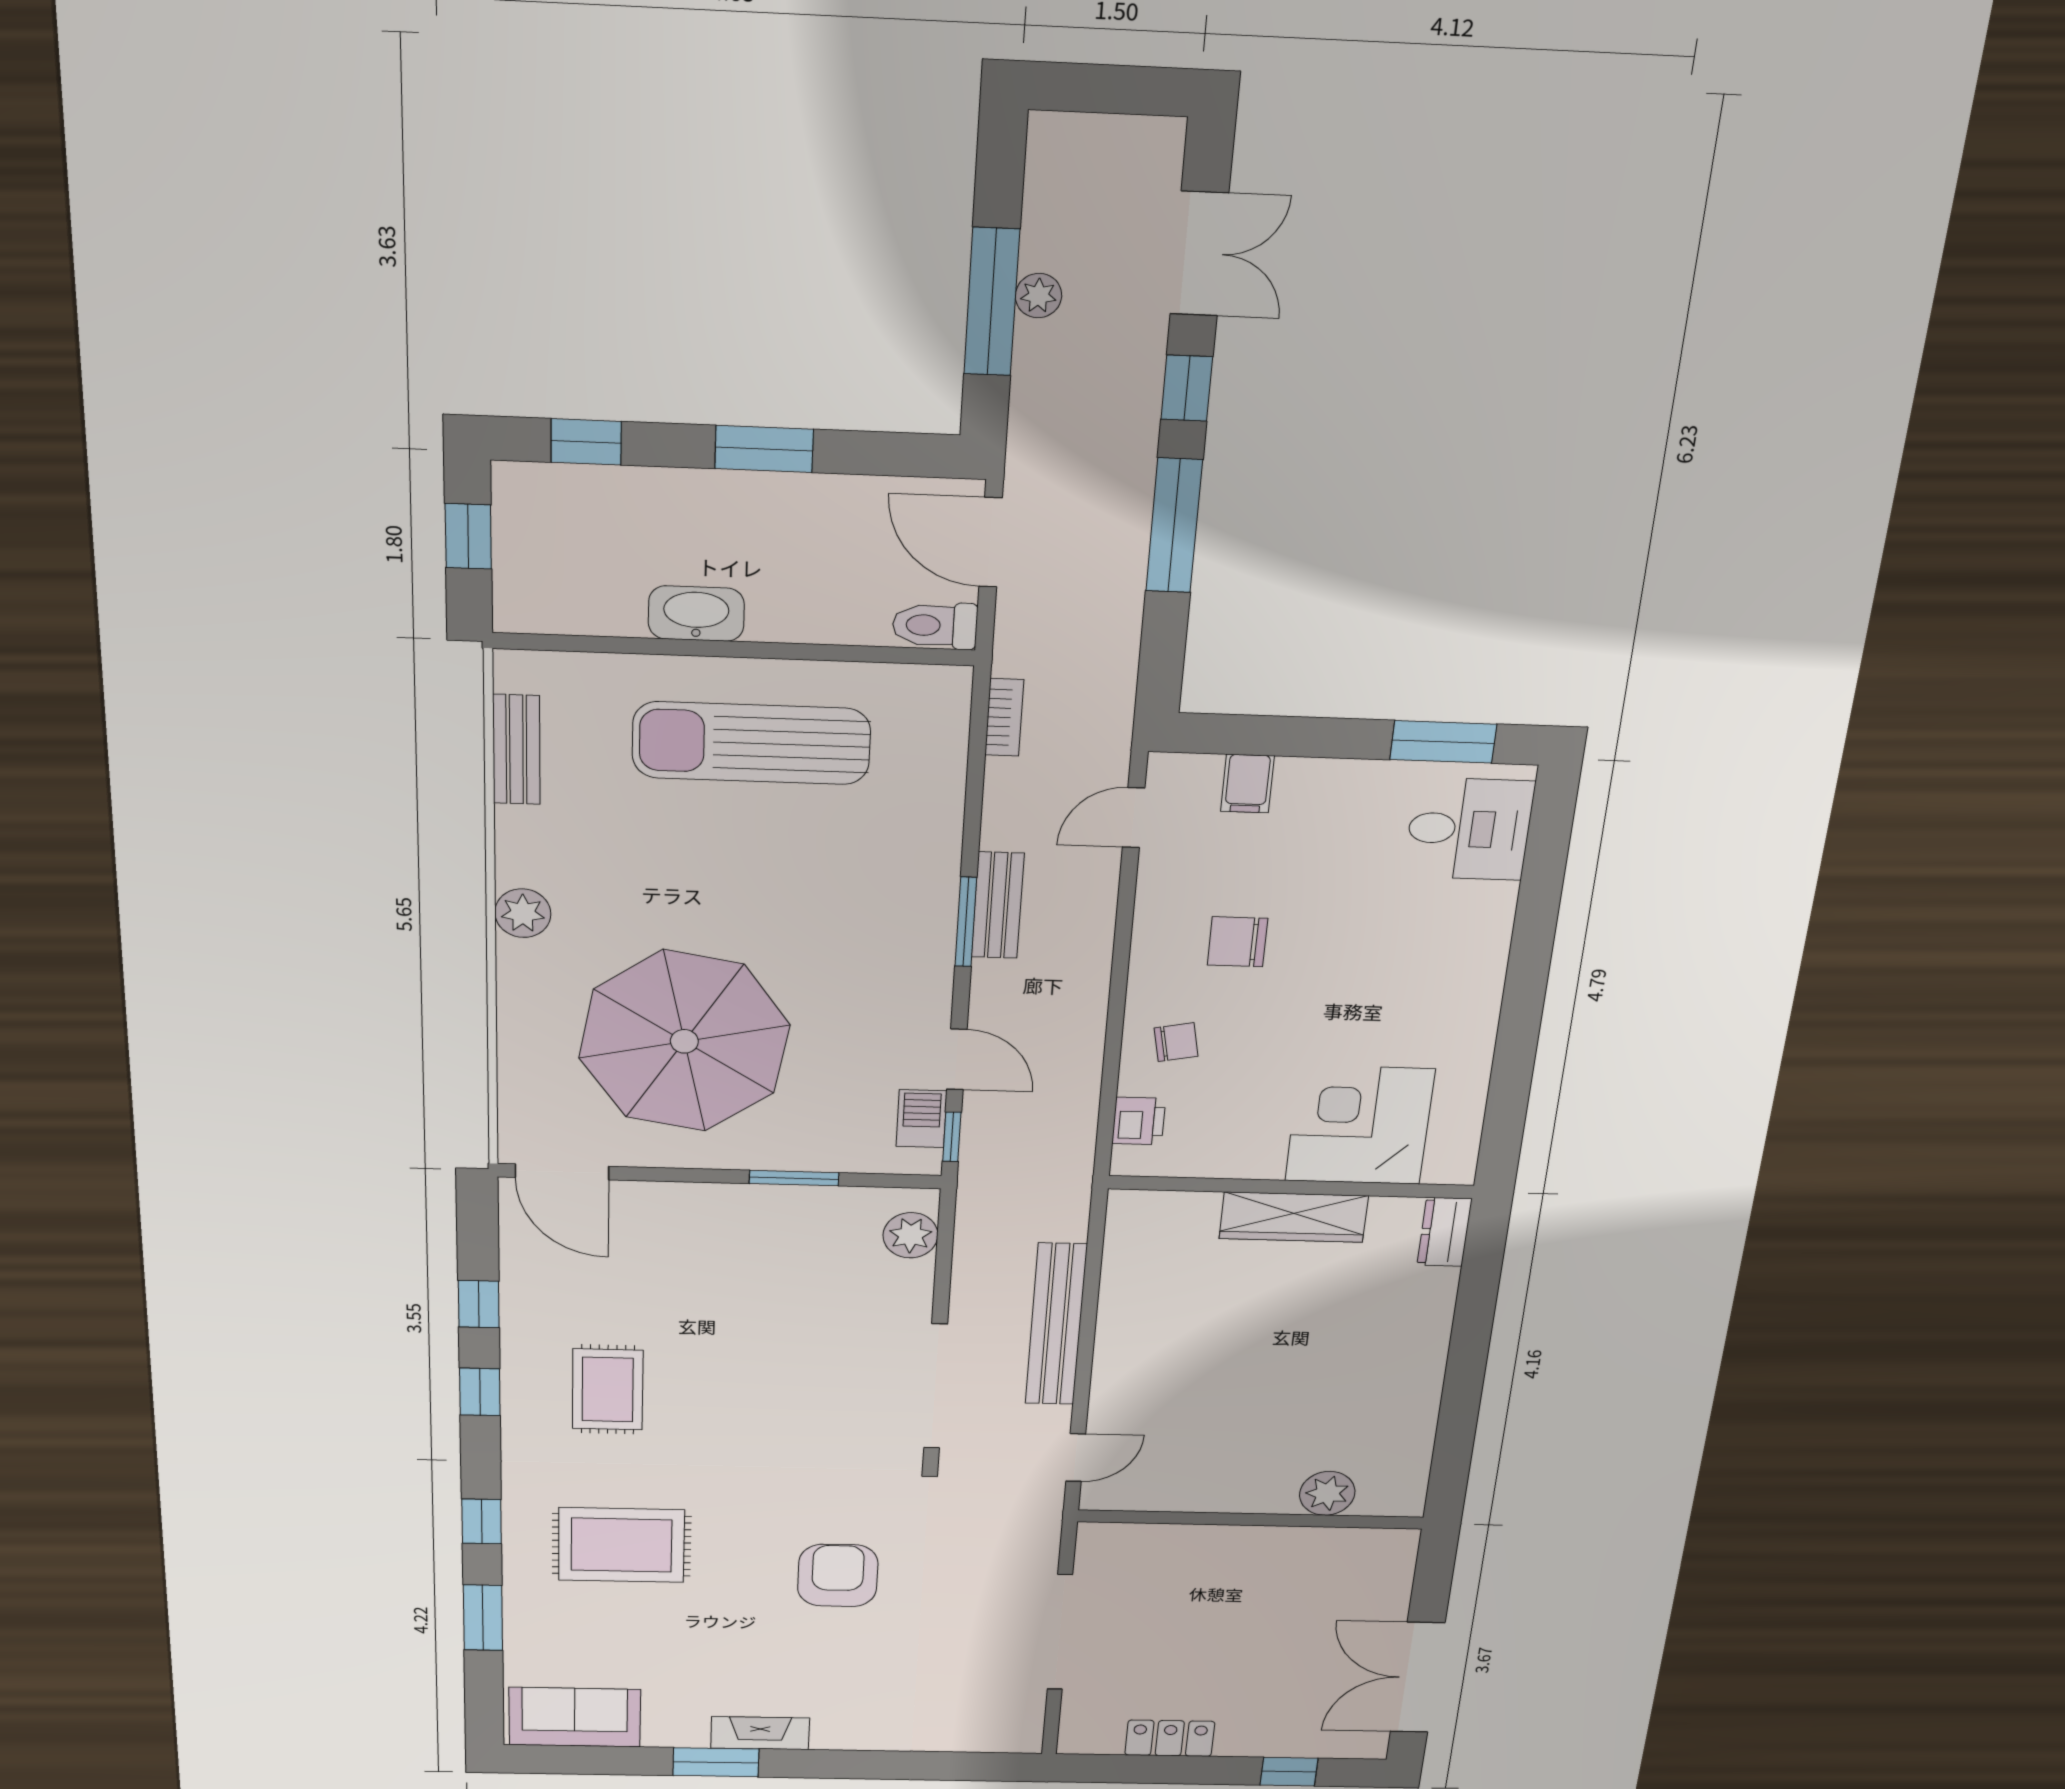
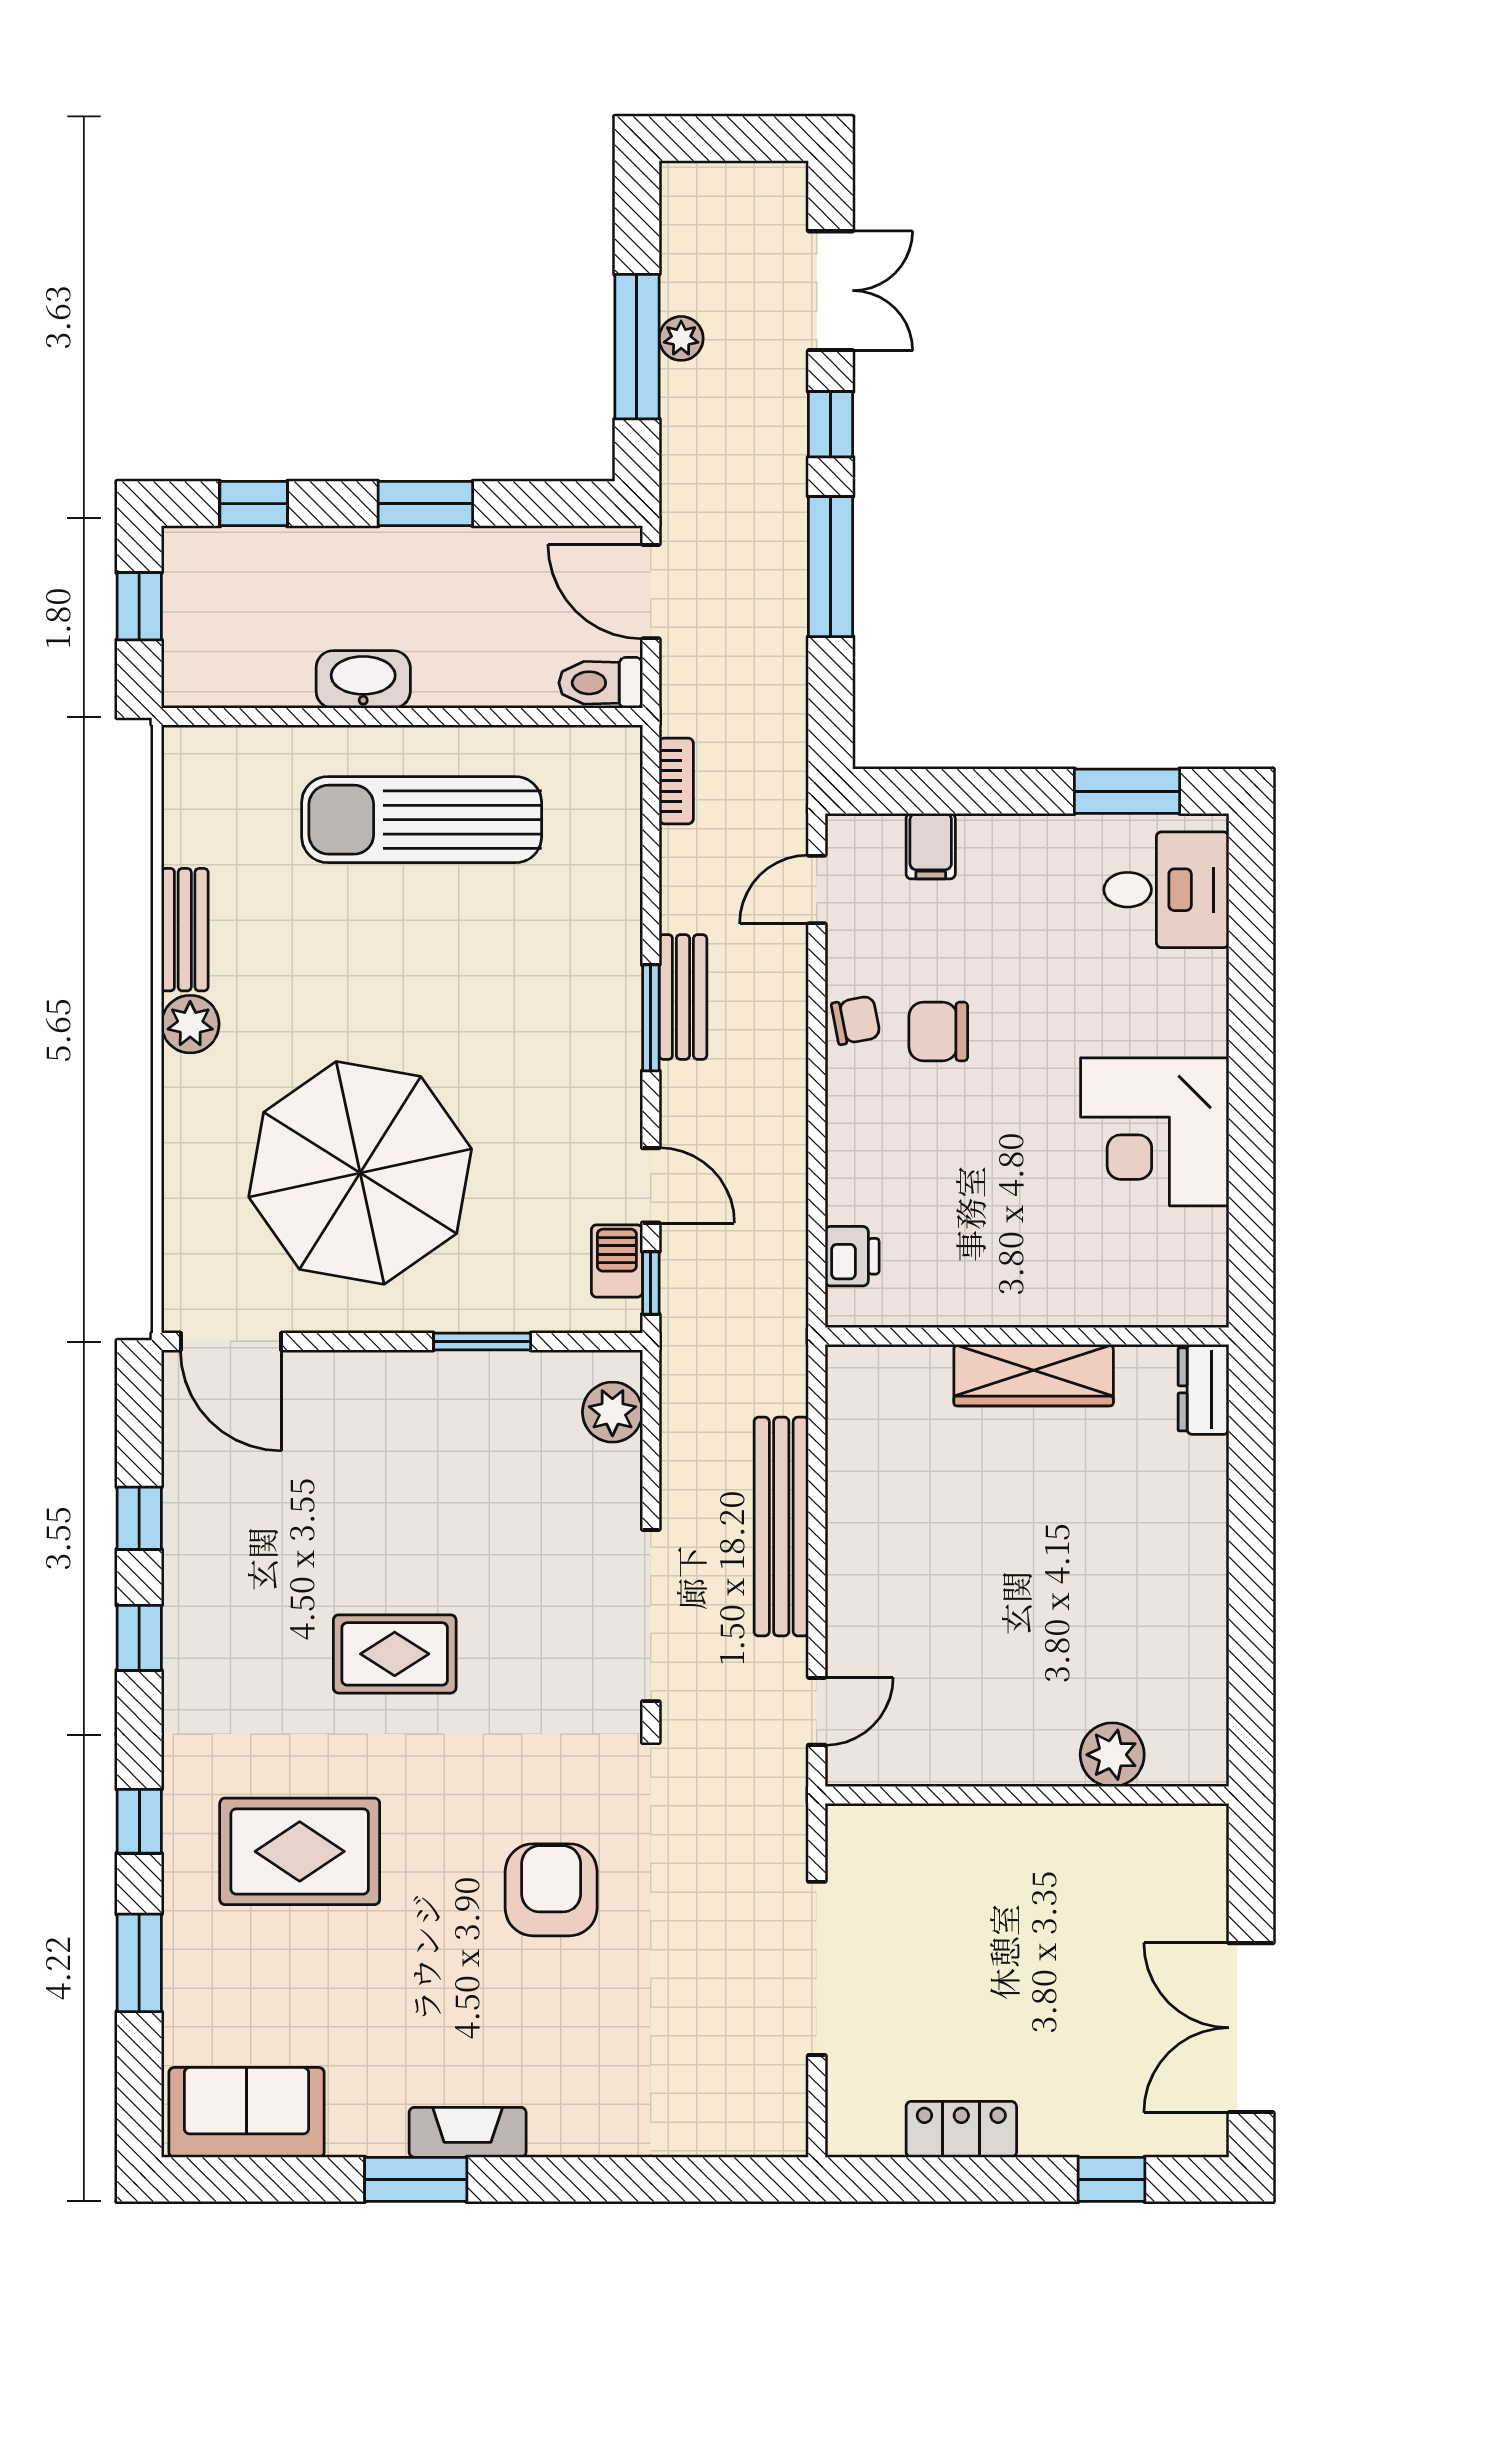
bench: (516, 750) -> (185, 930), moved
chair: (1176, 1042) -> (856, 1020), moved
corner desk: (1360, 1125) -> (1155, 1132), moved, turned -90
rug: (608, 1389) -> (395, 1654), moved, turned 90

